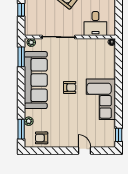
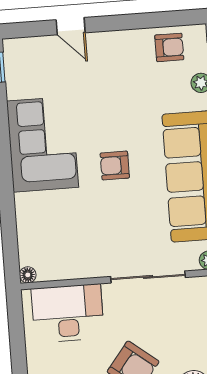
desk: (95, 24) -> (68, 313), width x1.37

